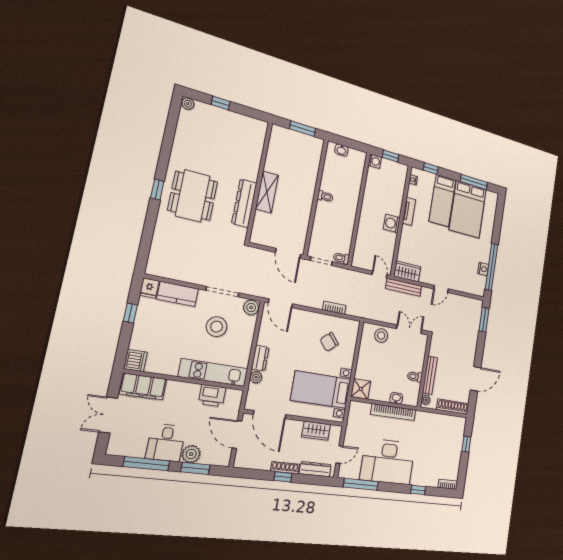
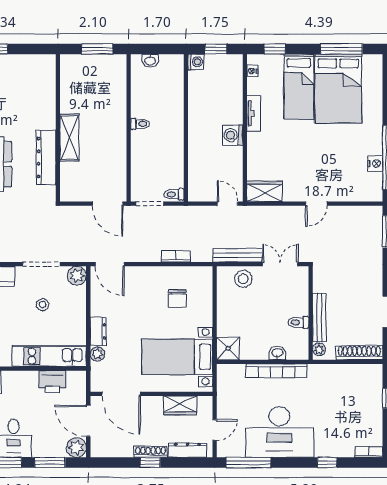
bench: (404, 287) -> (238, 255), moved
stool: (217, 327) -> (43, 305), width x0.53, depth x0.53
chair: (329, 342) -> (177, 298), turned -49
plant: (191, 454) -> (76, 448), moved

